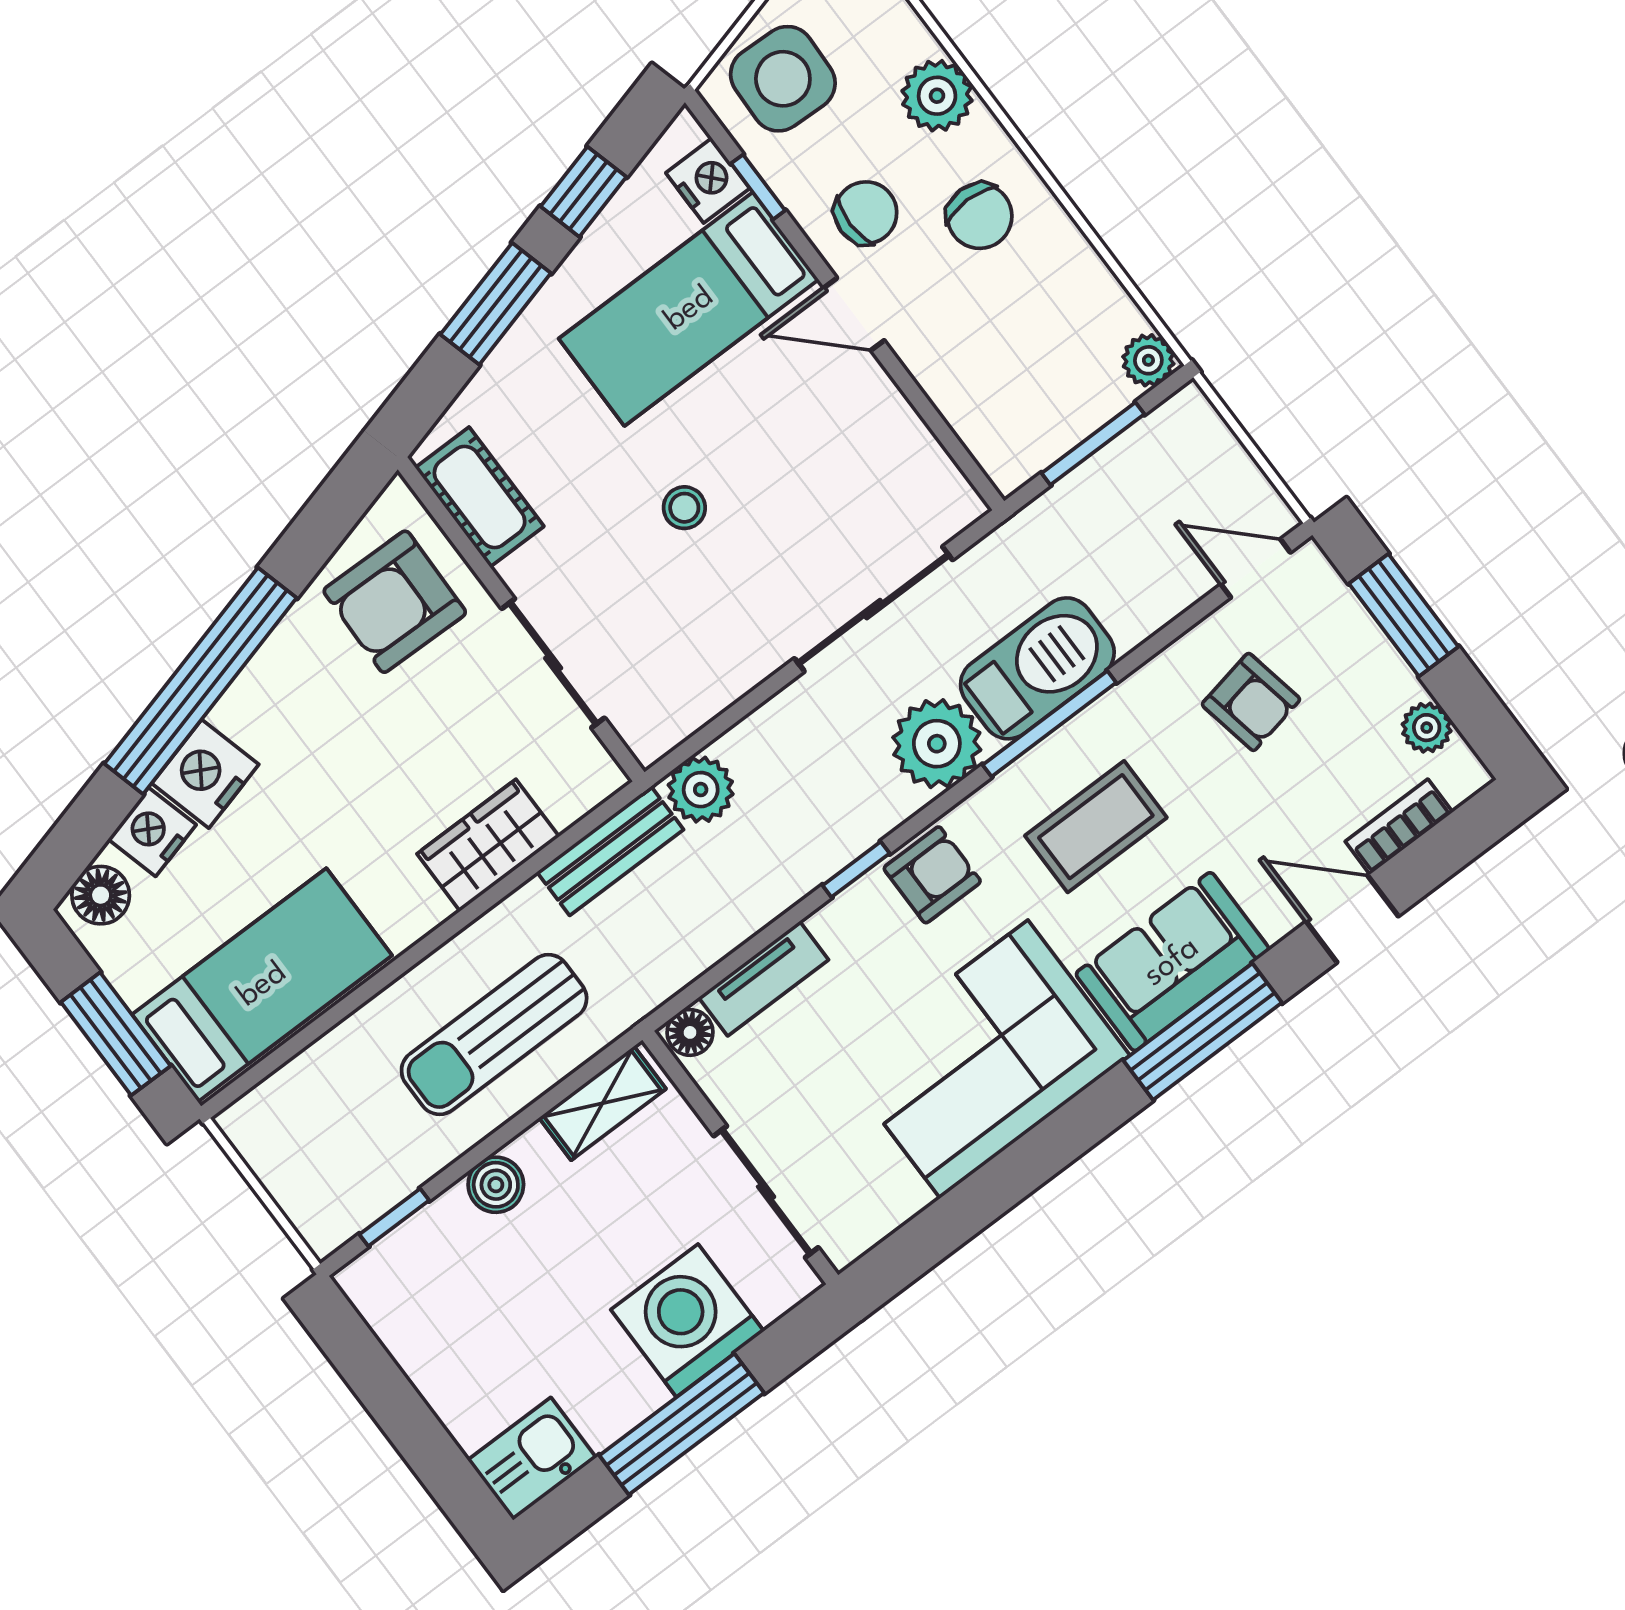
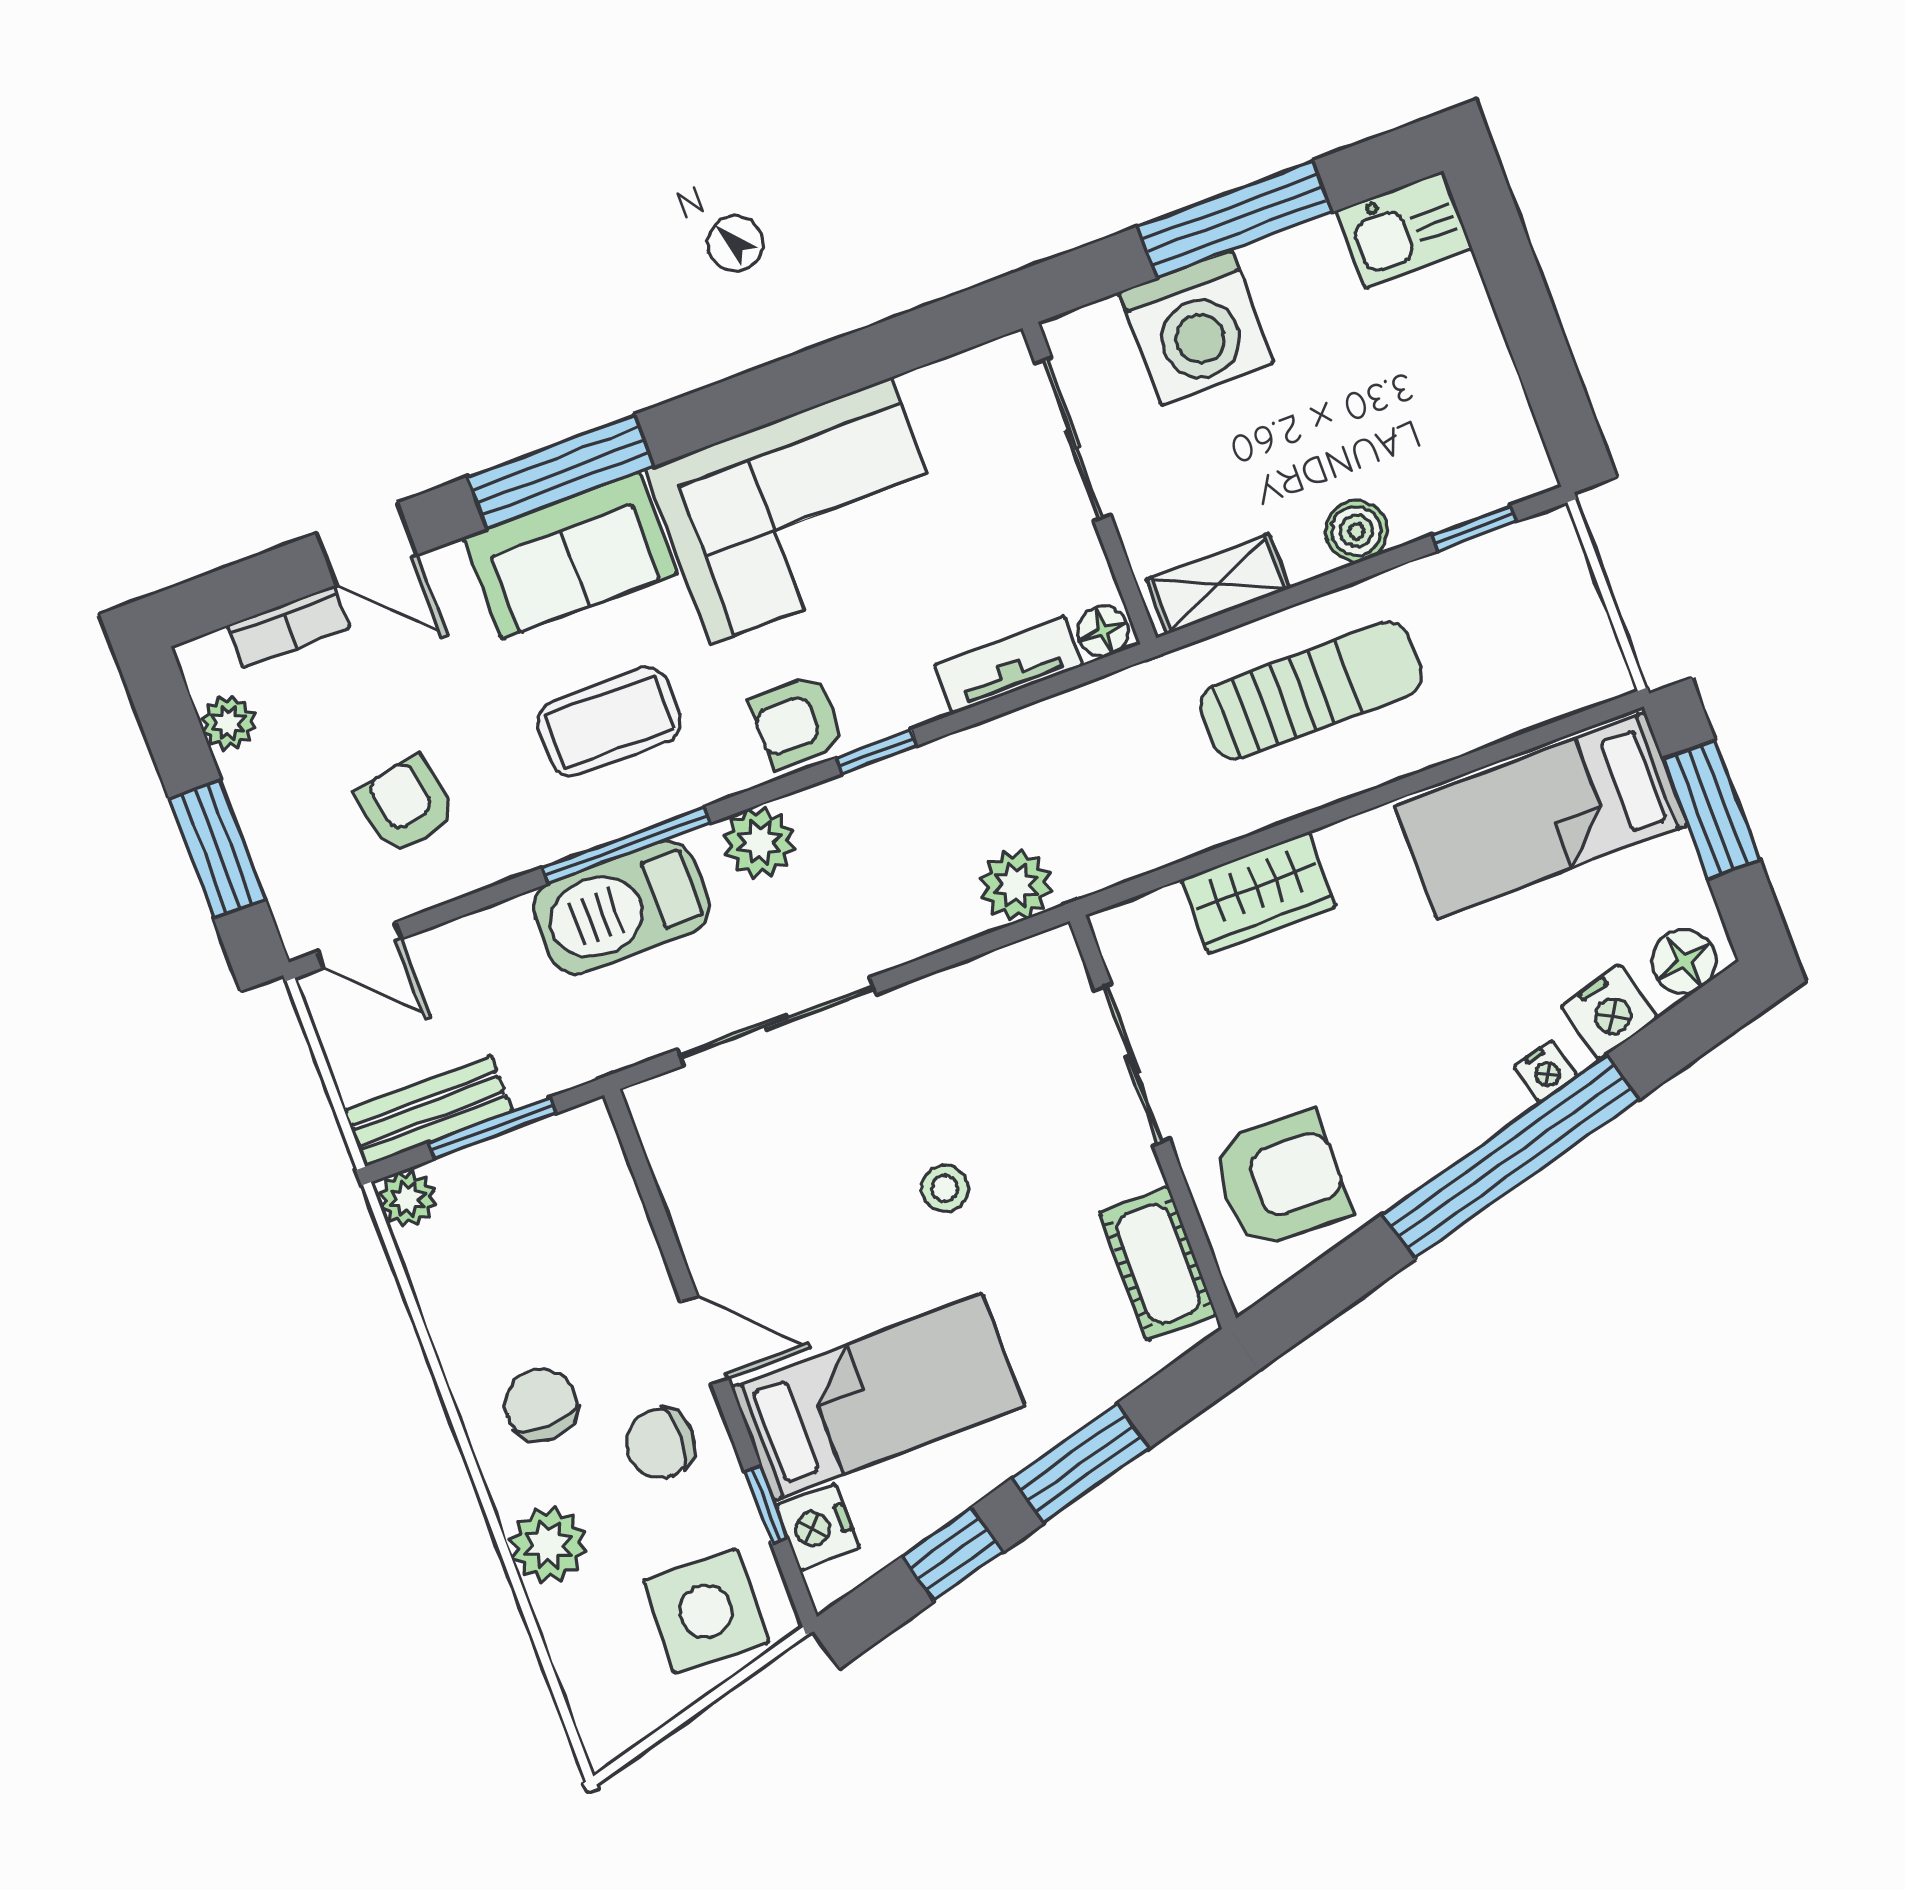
plant: (937, 744) -> (759, 843), width x0.73, depth x0.73
nightstand: (205, 774) -> (1545, 1071), width x0.53, depth x0.56
bench: (610, 851) -> (428, 1111), moved

